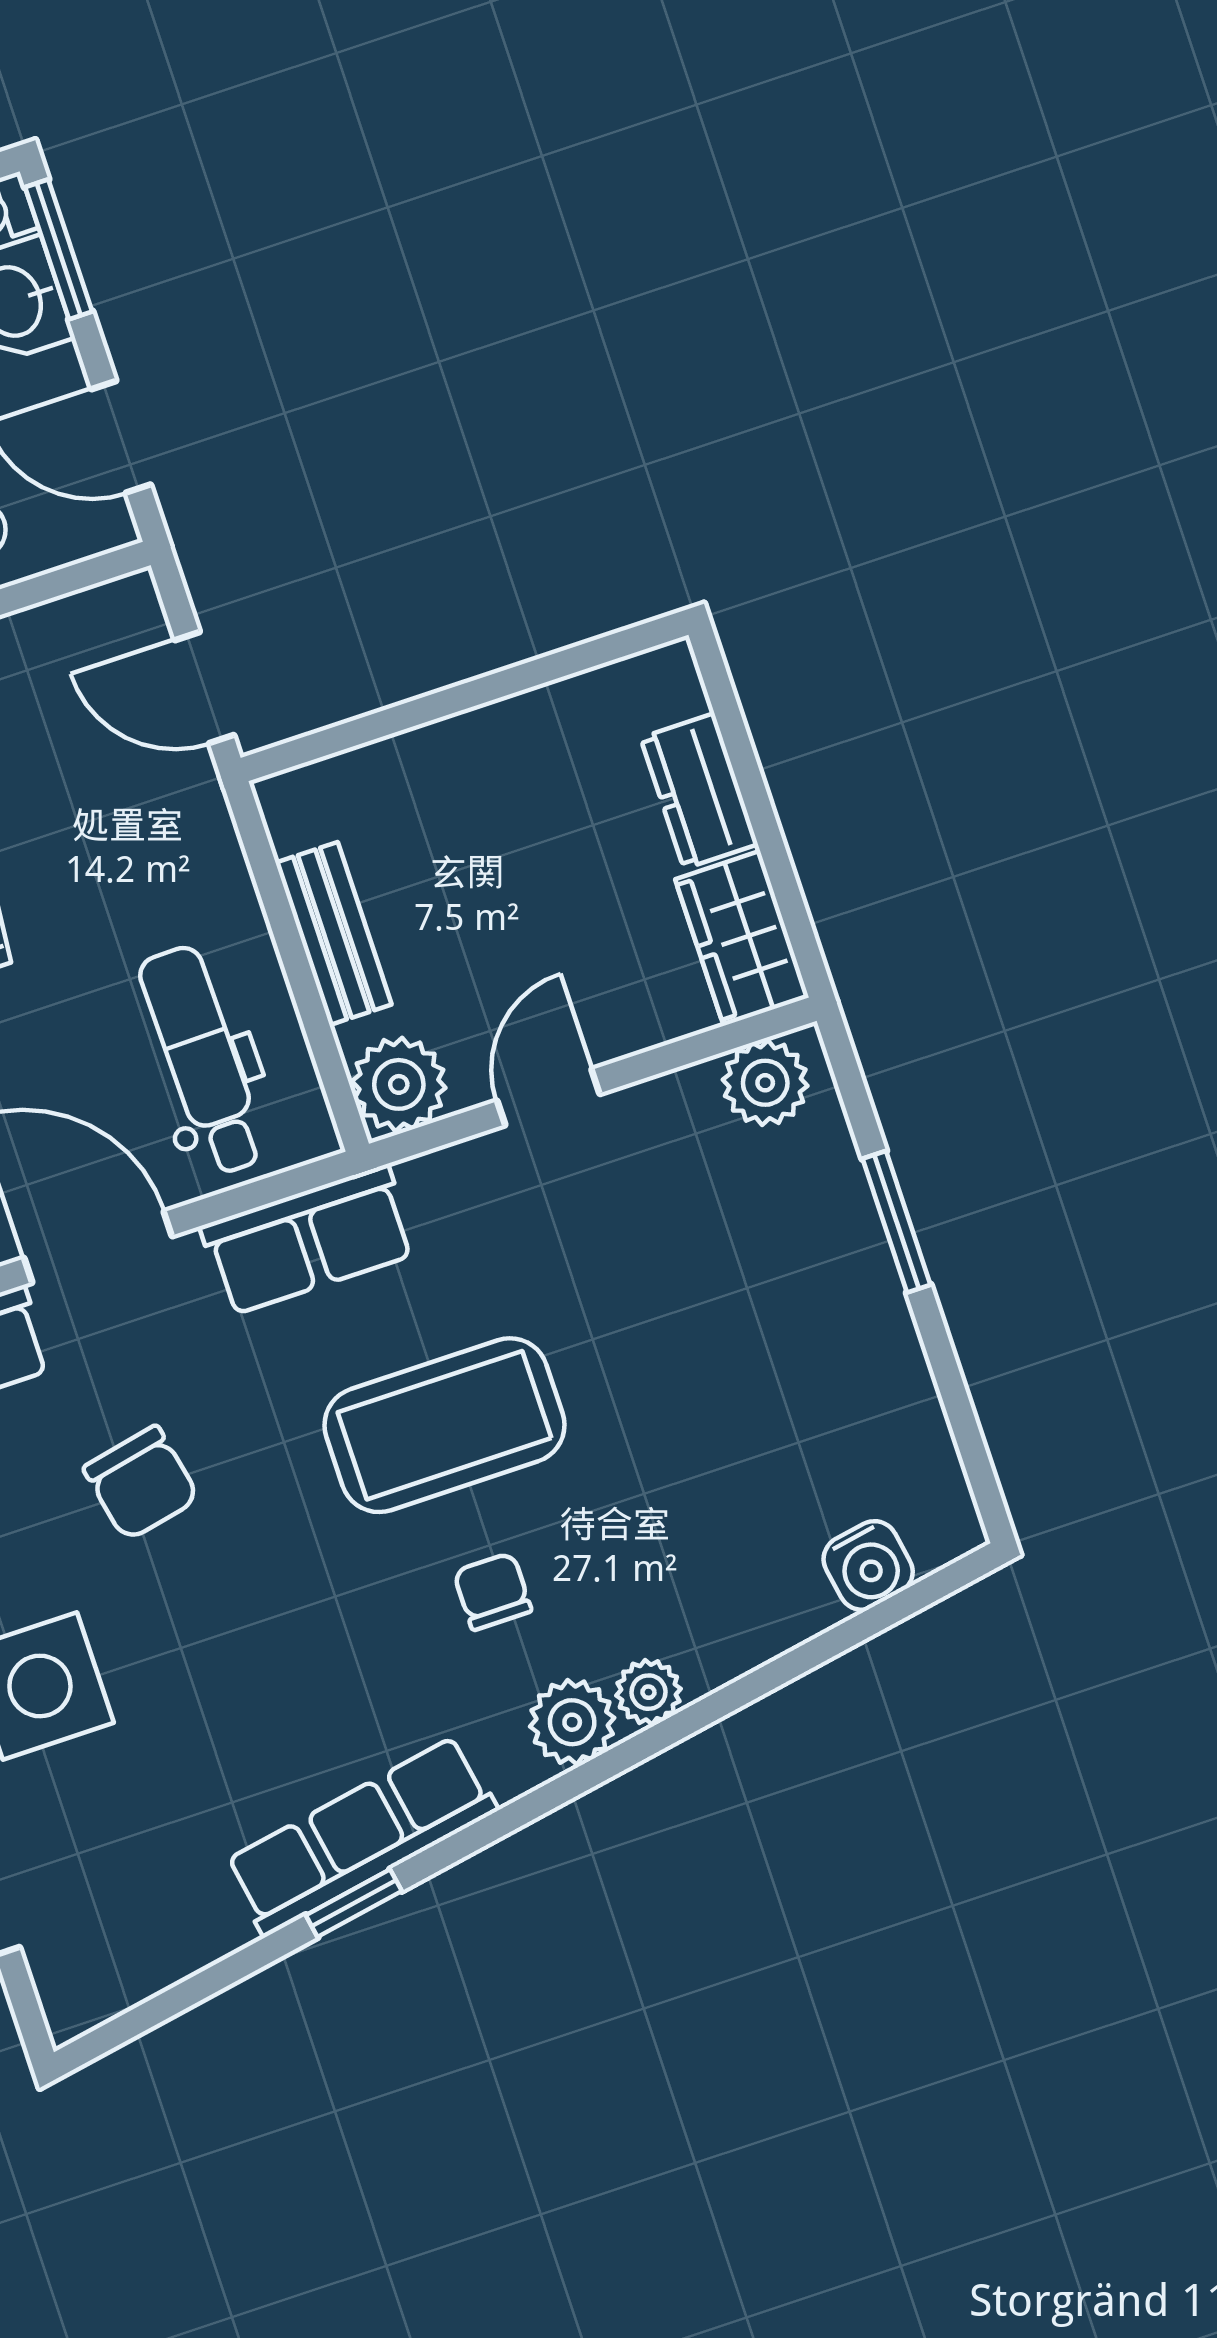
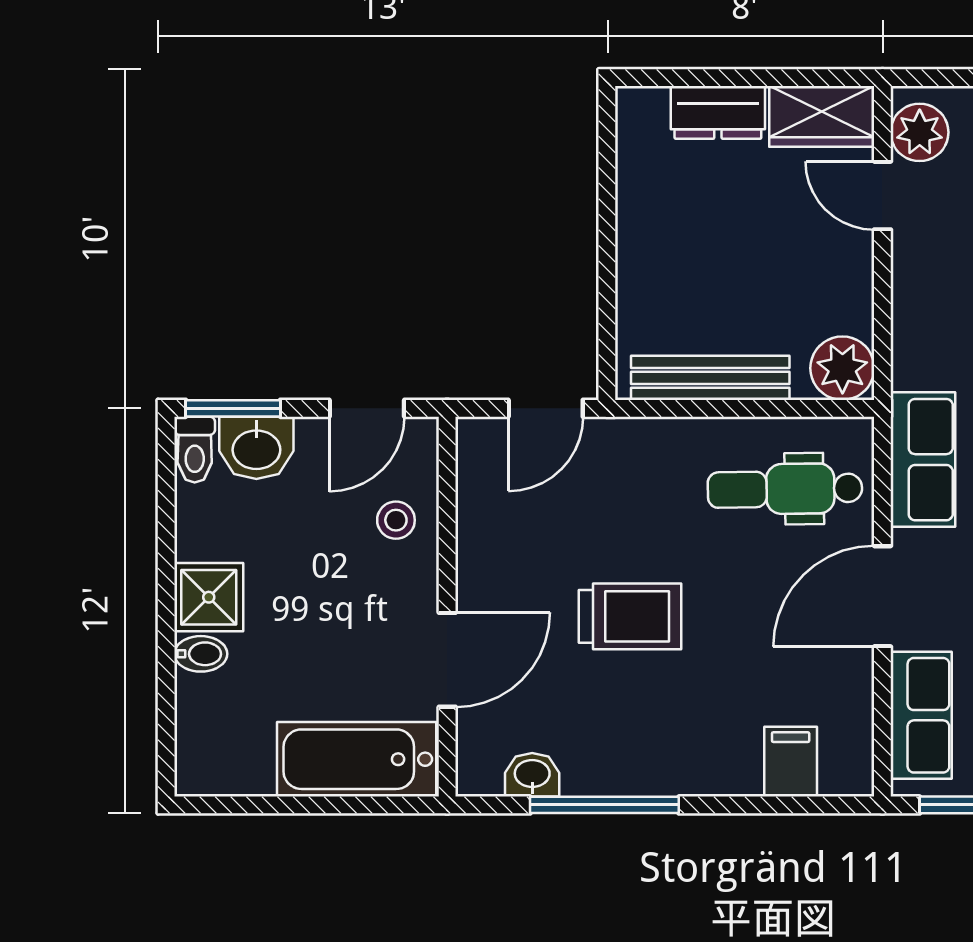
bench: (334, 934) -> (710, 378), width x1.36
door: (548, 1097) -> (882, 196), moved

